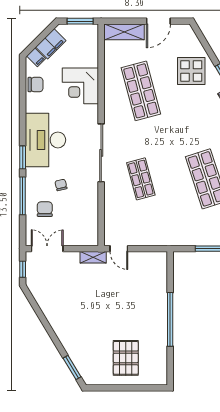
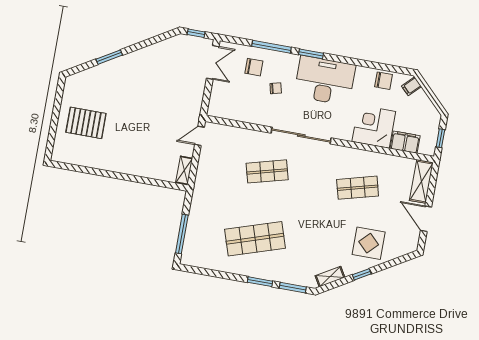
window: (80, 21) -> (440, 138), width x0.67
filing cabinet: (51, 44) -> (405, 142), moved, turned 135
chair: (36, 85) -> (383, 81), turned -90
shop shelf: (141, 91) -> (358, 188), width x0.70, depth x0.74
shelving: (93, 257) -> (184, 170), moved
window: (170, 319) -> (117, 176), removed
window: (72, 368) -> (109, 57), moved

